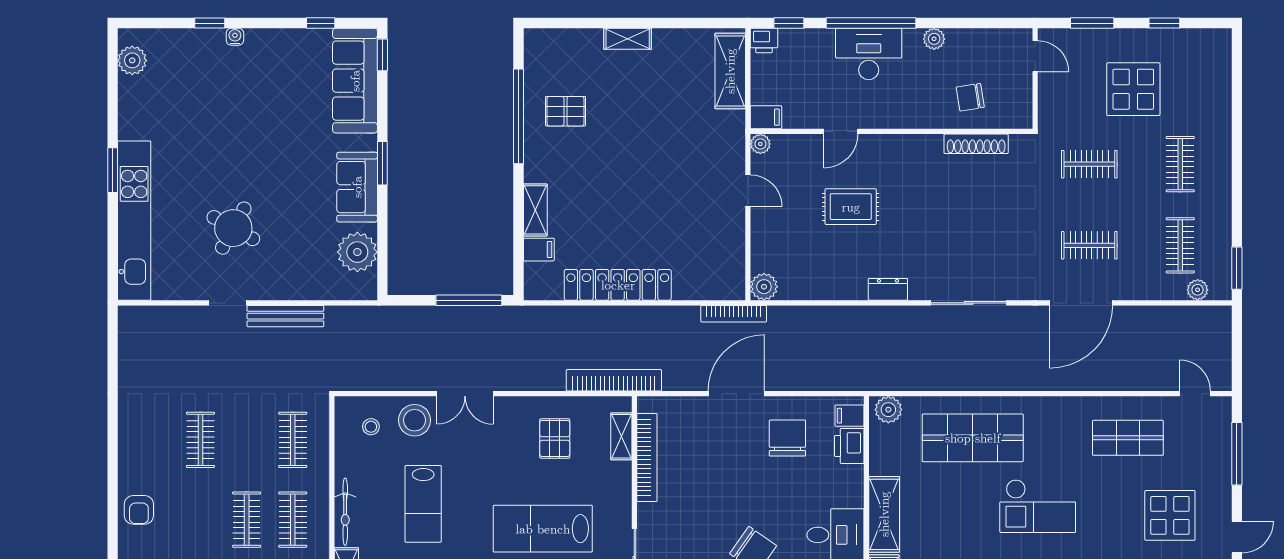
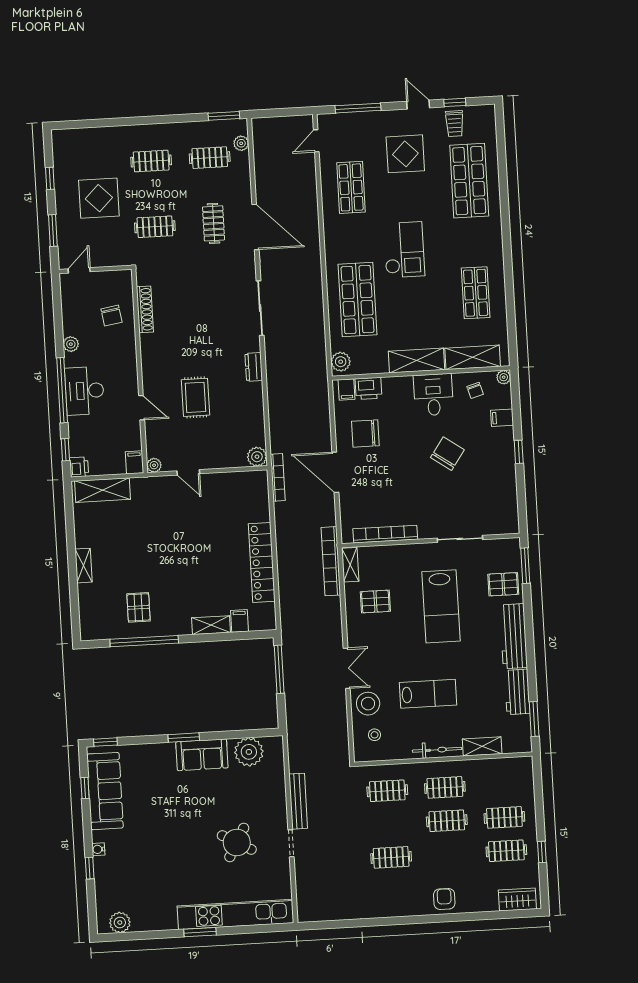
sofa: (355, 81) -> (105, 791), moved, turned -90
clothes rail: (1089, 164) -> (155, 227), turned 90
door: (748, 191) -> (188, 472), swing flipped
shelving: (621, 436) -> (350, 565), moved, turned 90
armchair: (139, 510) -> (444, 899), turned -90

